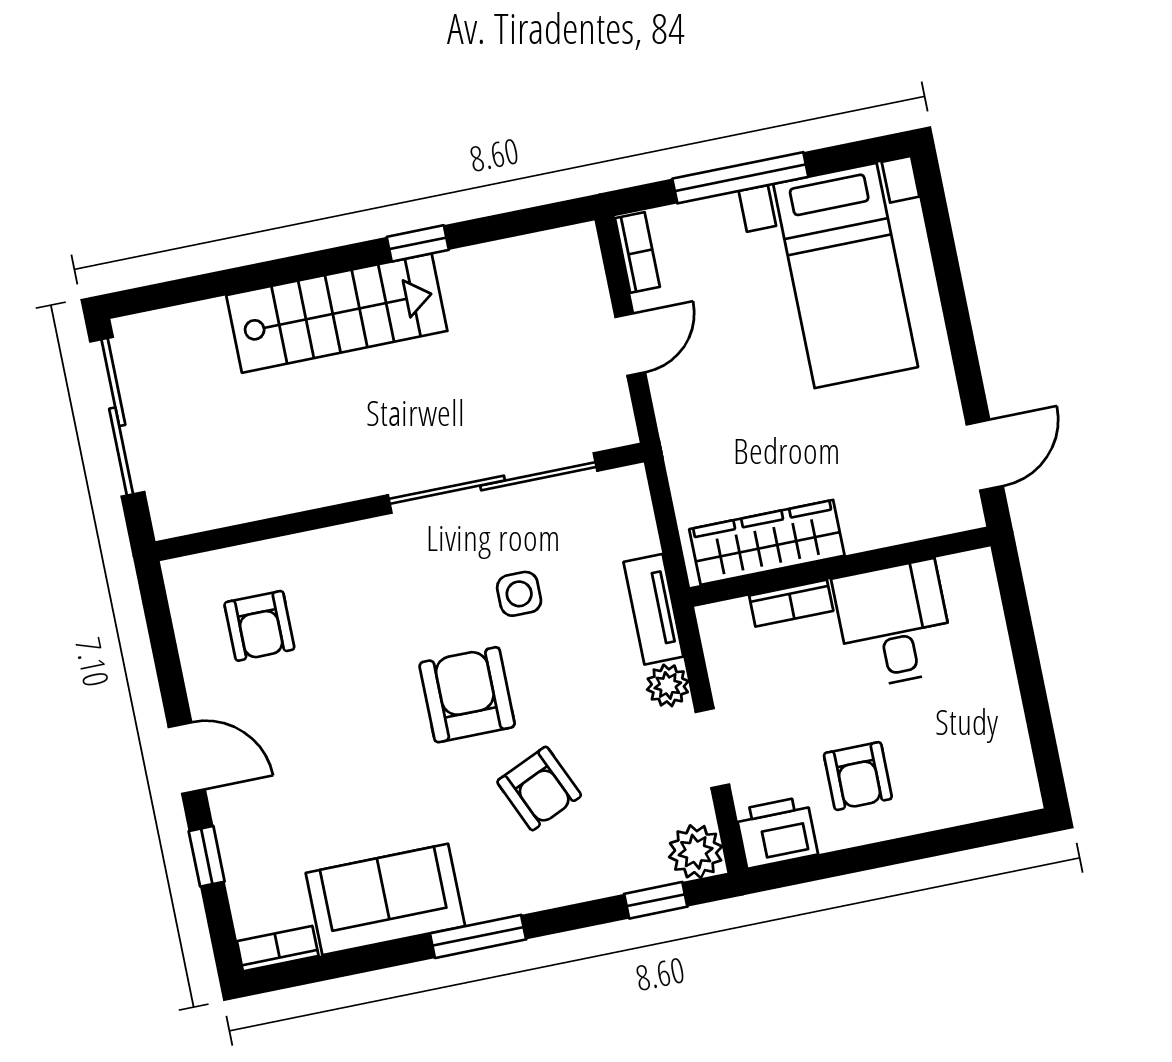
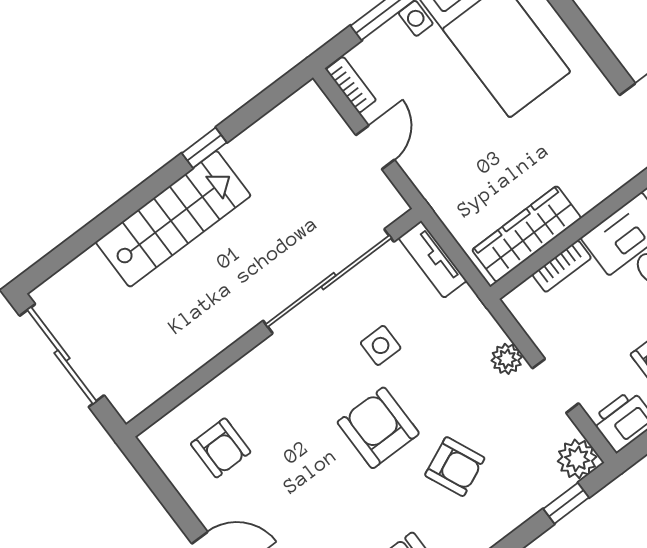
tv unit: (653, 609) -> (433, 259), moved

